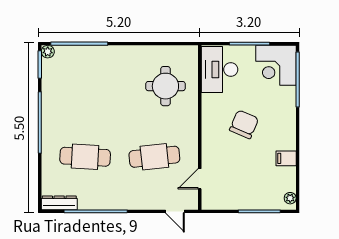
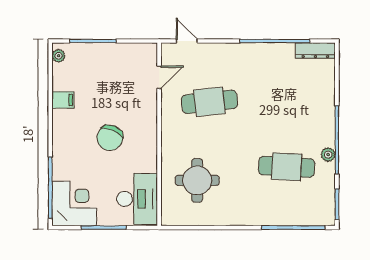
plant: (48, 52) -> (328, 155), moved
cafe table: (85, 157) -> (287, 167), moved

